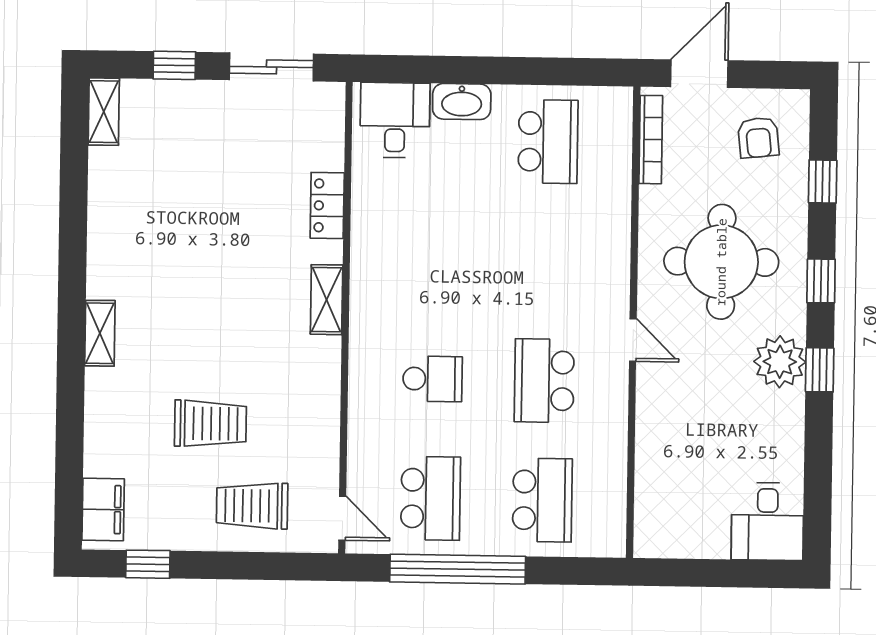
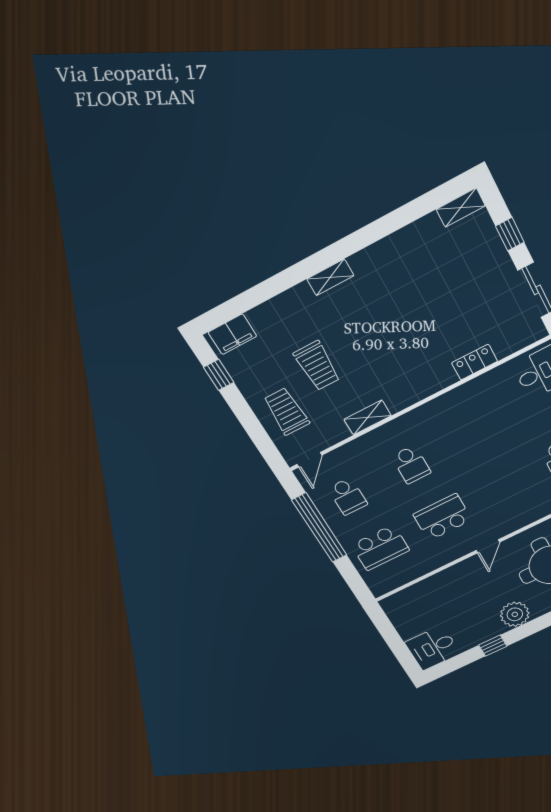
shelving: (327, 300) -> (368, 417), moved
window: (820, 370) -> (493, 646), moved
school desk: (431, 498) -> (348, 496), width x0.54

